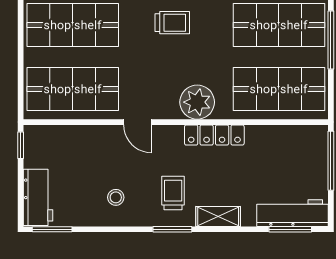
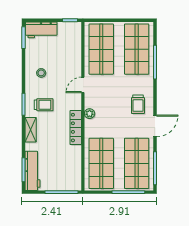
plant: (197, 102) -> (90, 114), width x0.53, depth x0.53

